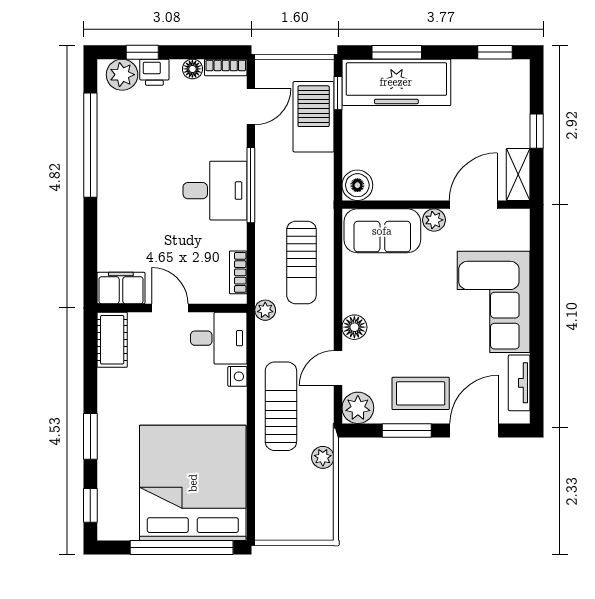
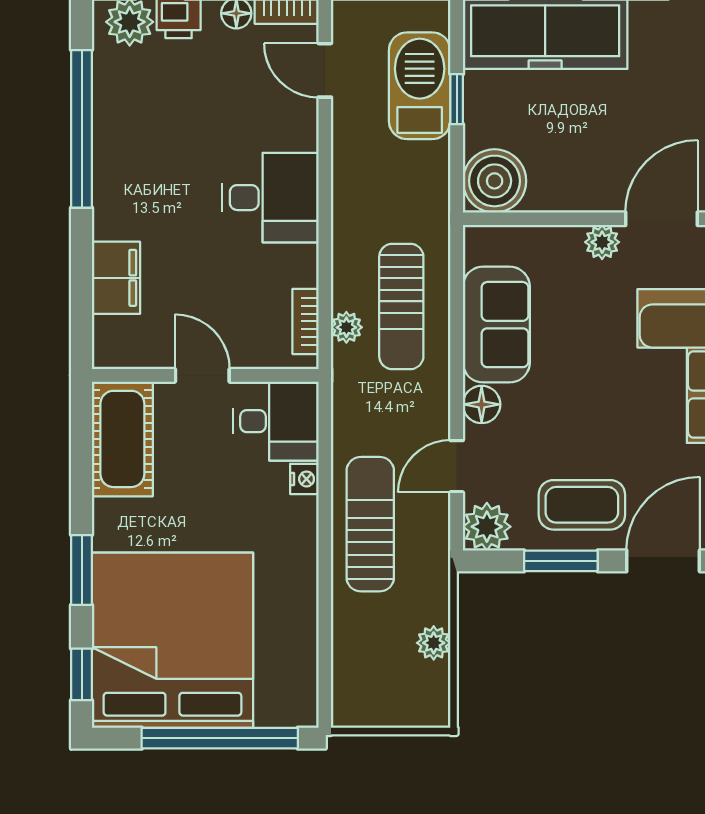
window: (338, 93) -> (457, 99), moved
door: (251, 107) -> (325, 70), swing flipped
window: (251, 185) -> (325, 189), removed
boiler: (357, 185) -> (495, 181), width x1.37, depth x1.37
sofa: (382, 231) -> (496, 325), moved, turned -90
filing cabinet: (121, 288) -> (116, 278), moved, turned 90
plant: (265, 310) -> (346, 327), moved
cot: (112, 340) -> (122, 439), width x1.37, depth x1.34
plant: (323, 457) -> (434, 643), moved
bed: (193, 483) -> (172, 640), moved

